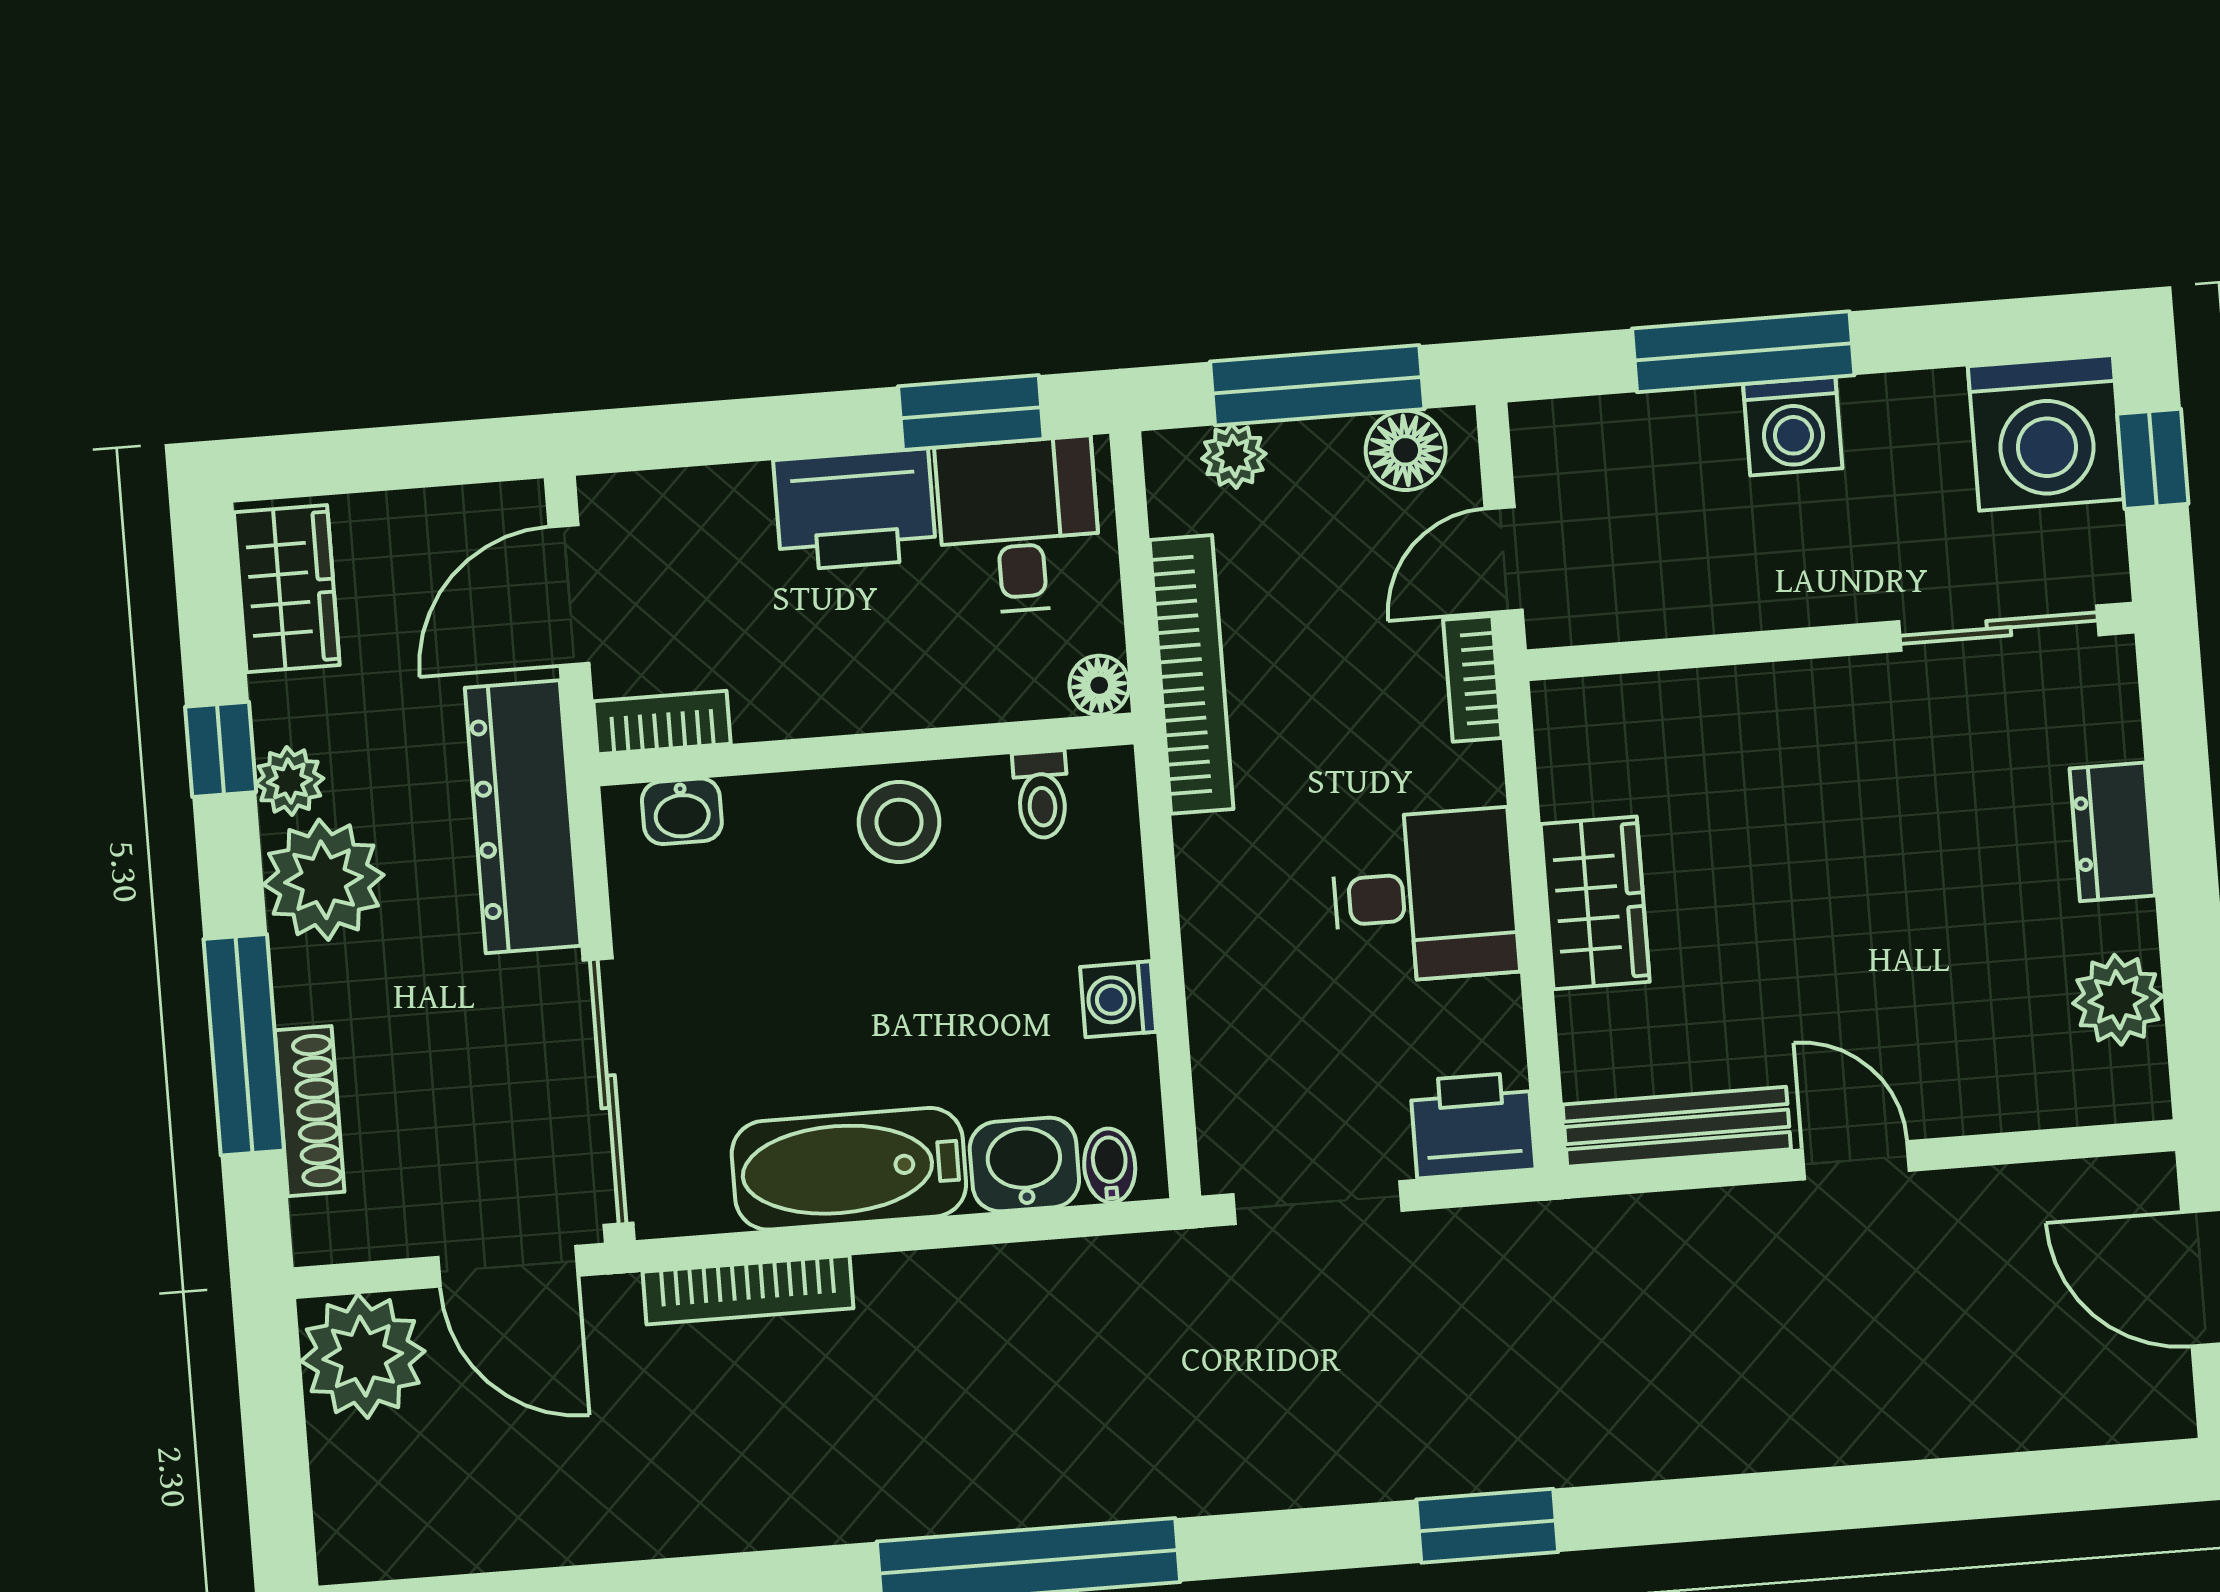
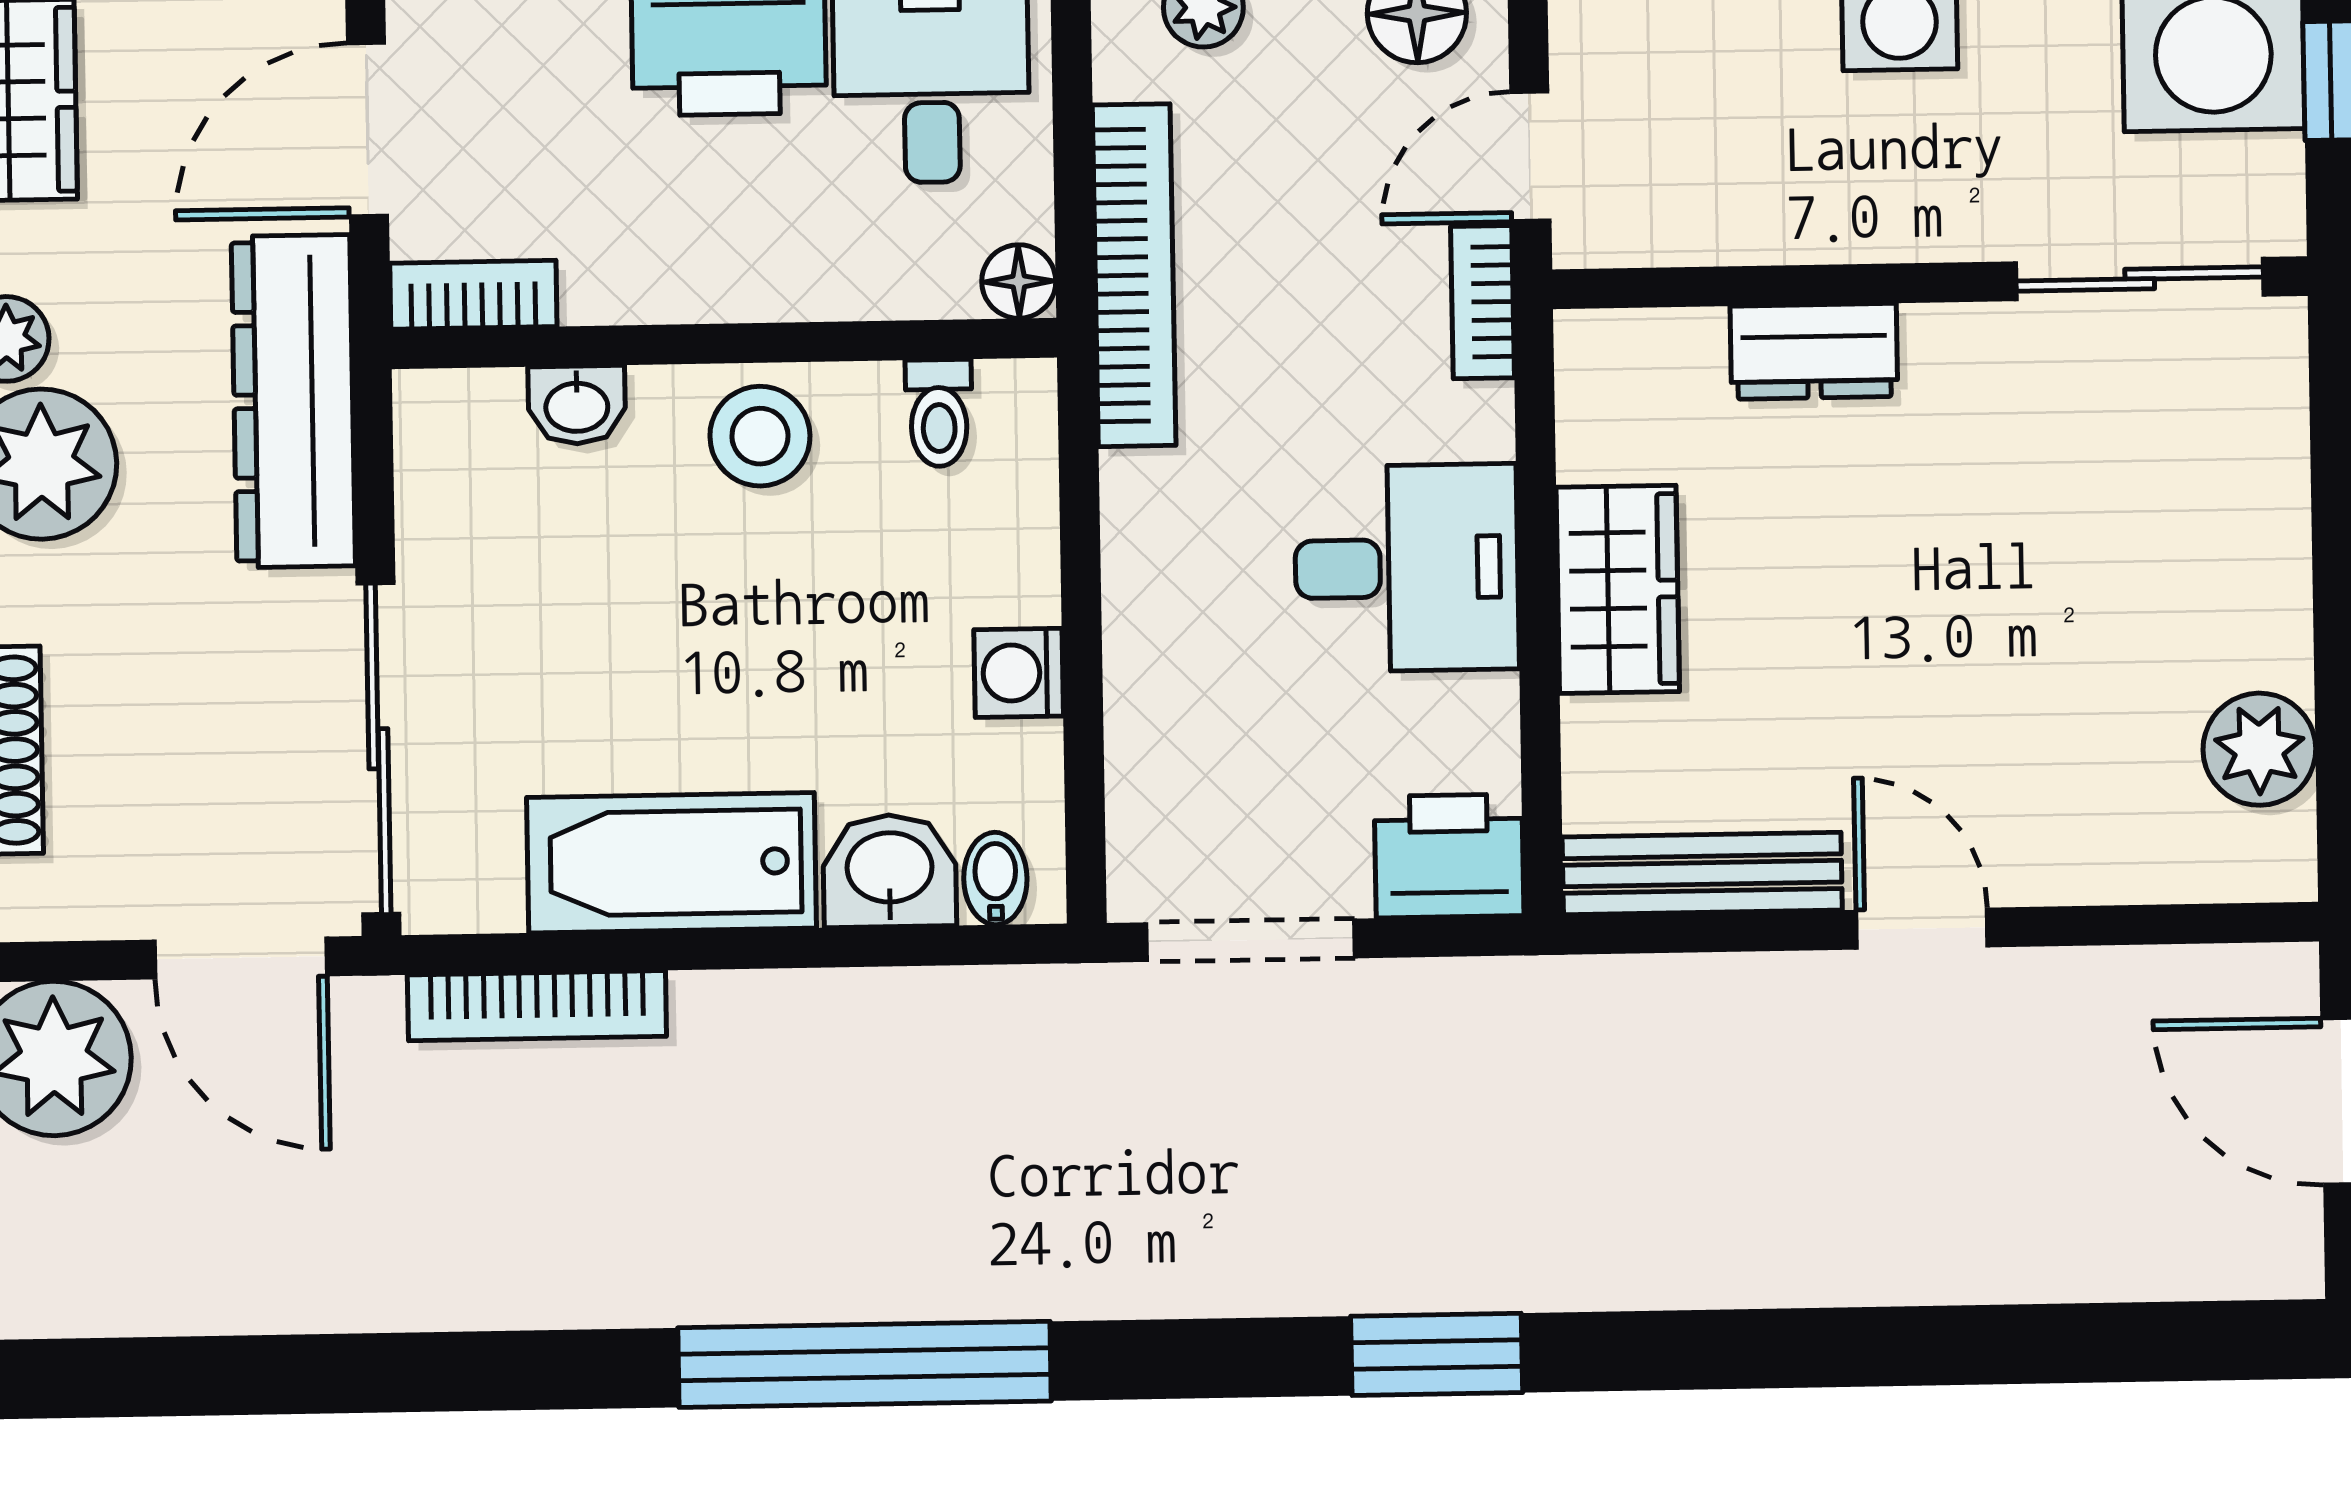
washbasin: (682, 811) -> (577, 405), moved
dresser: (2112, 832) -> (1814, 351), moved, turned -90

